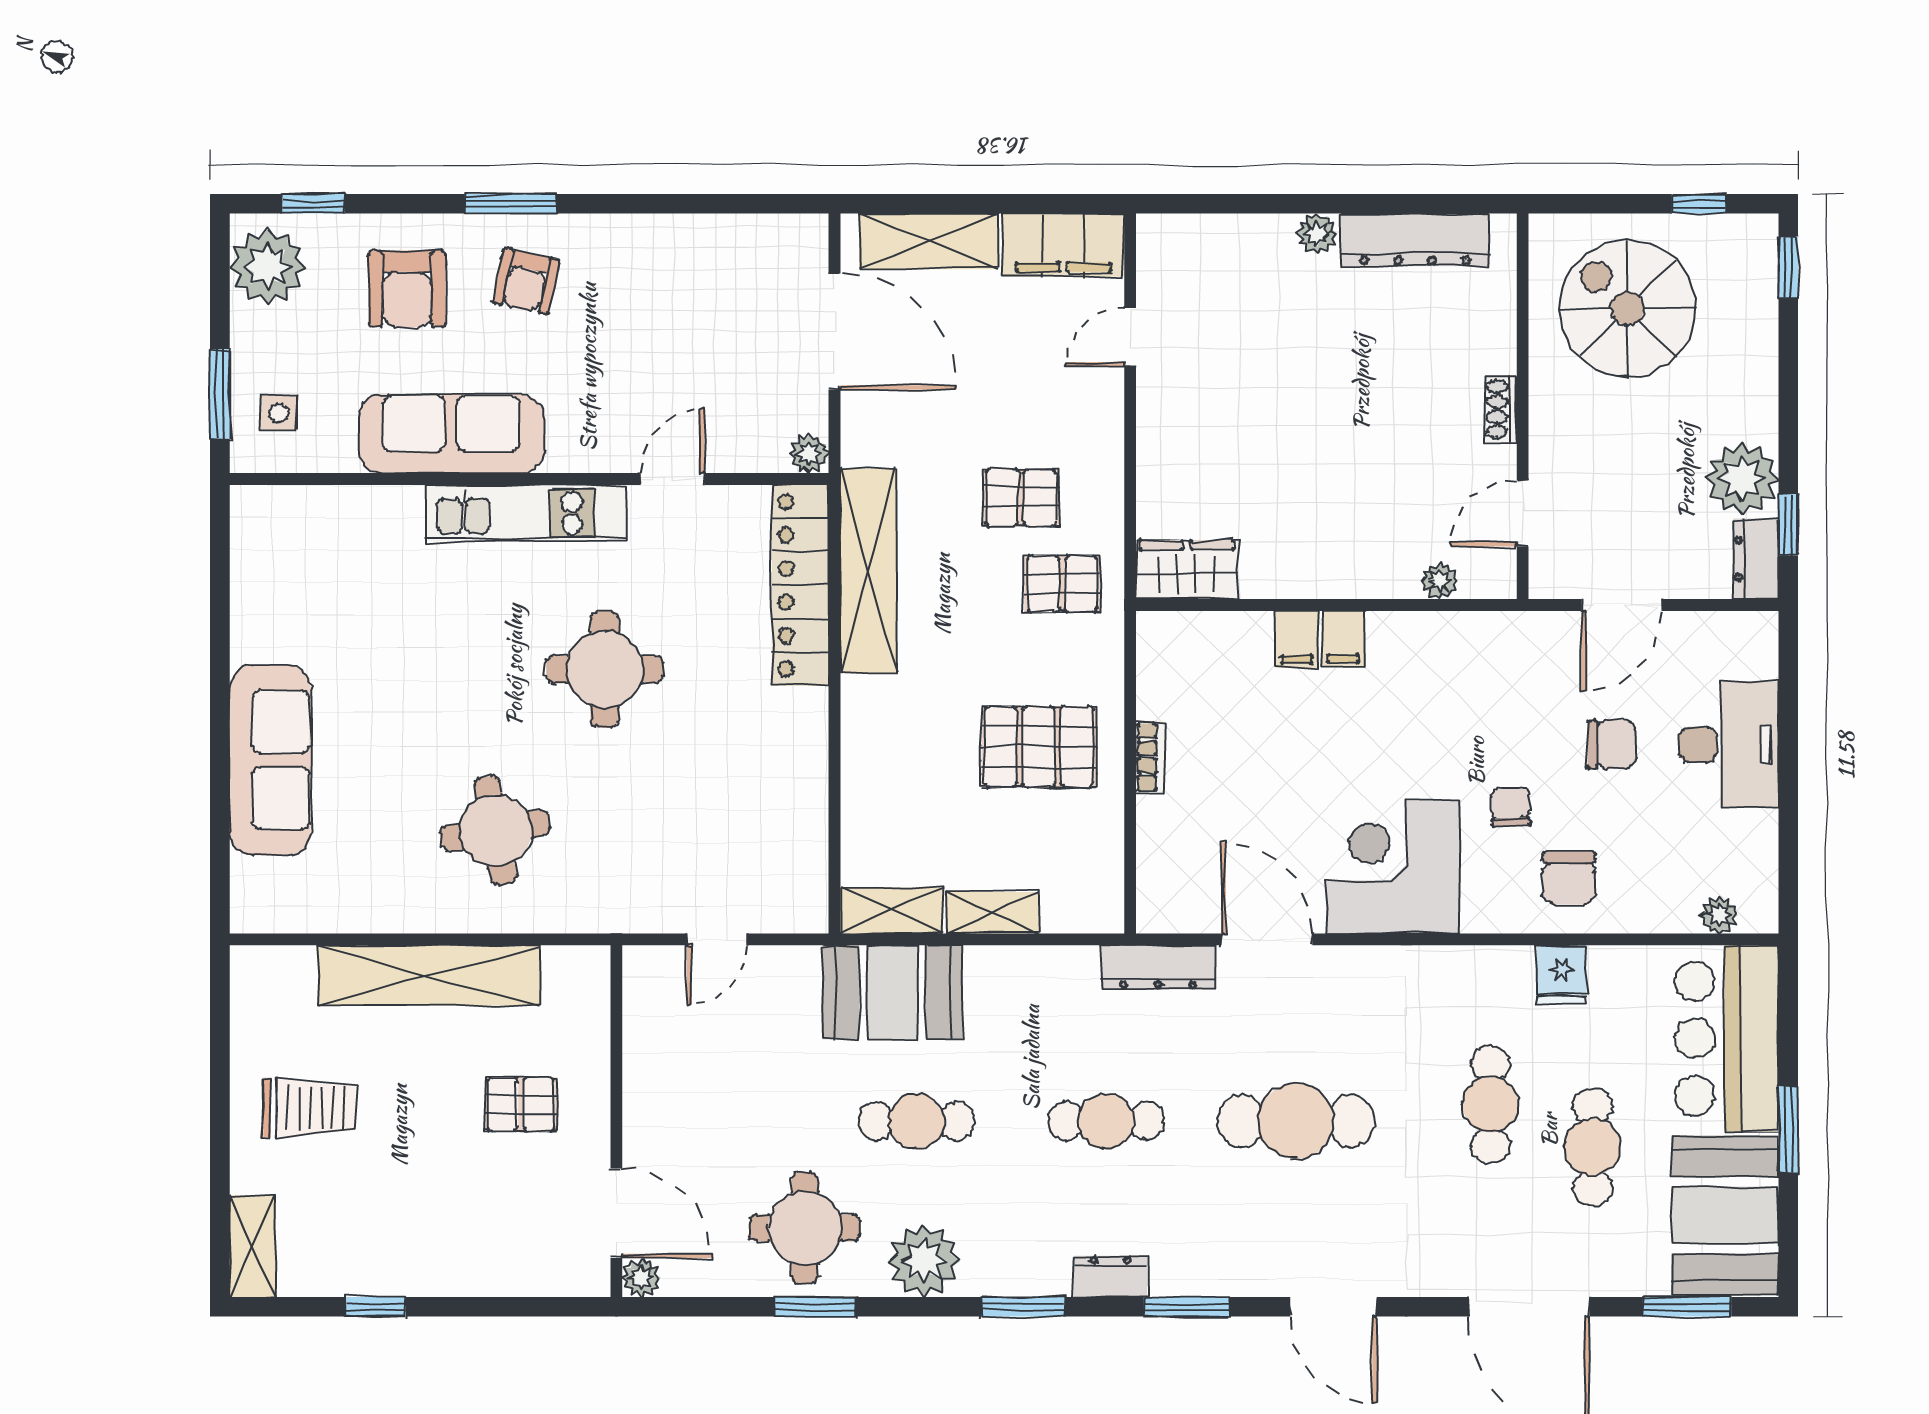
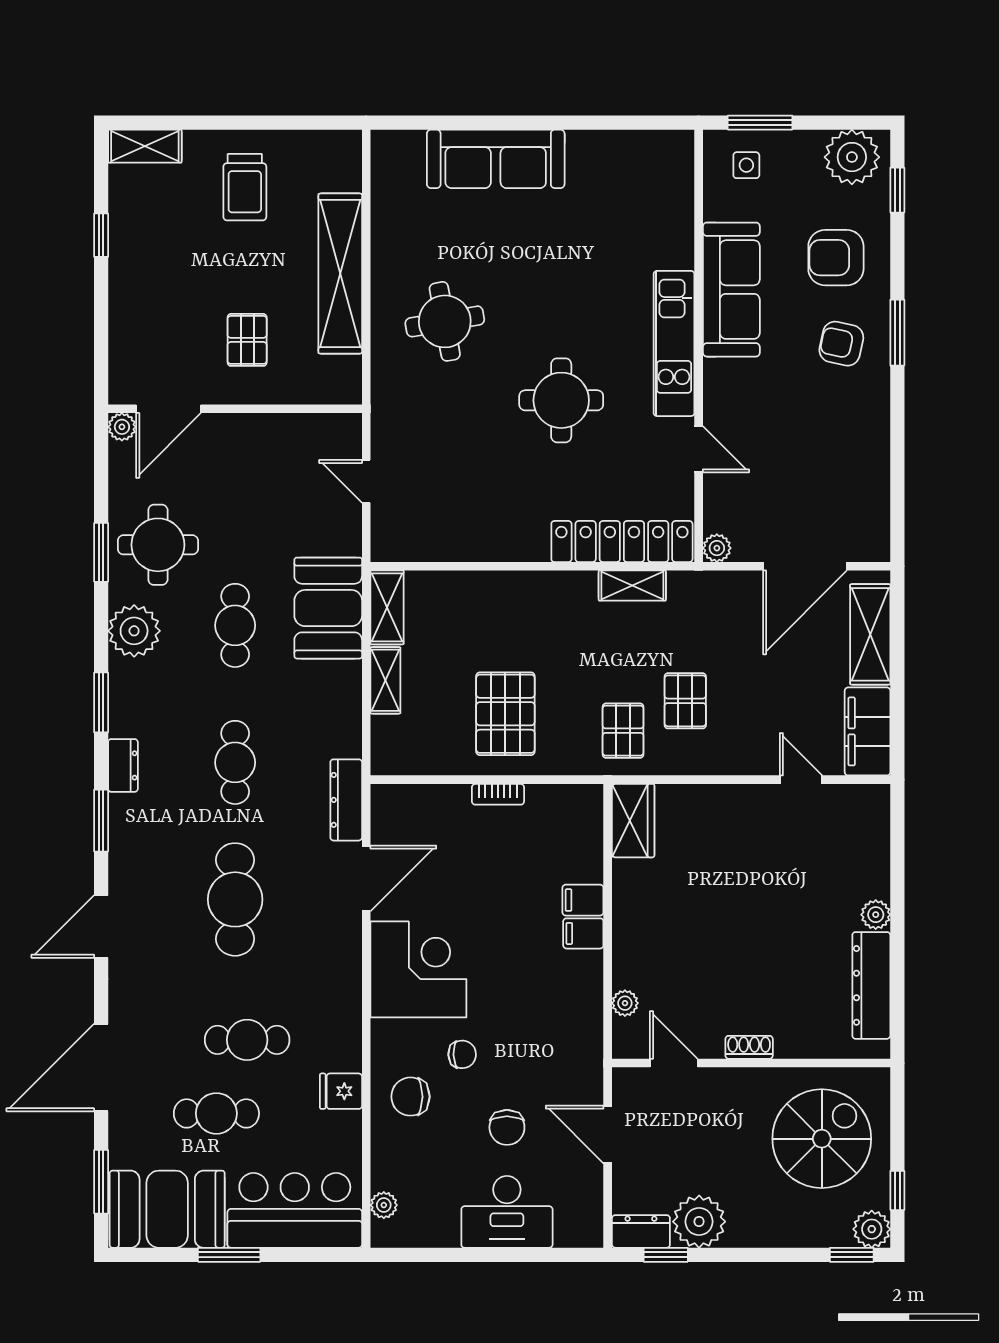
plant: (1753, 239) -> (872, 1229), added
shelving: (868, 571) -> (632, 586), width x0.45, depth x0.75

